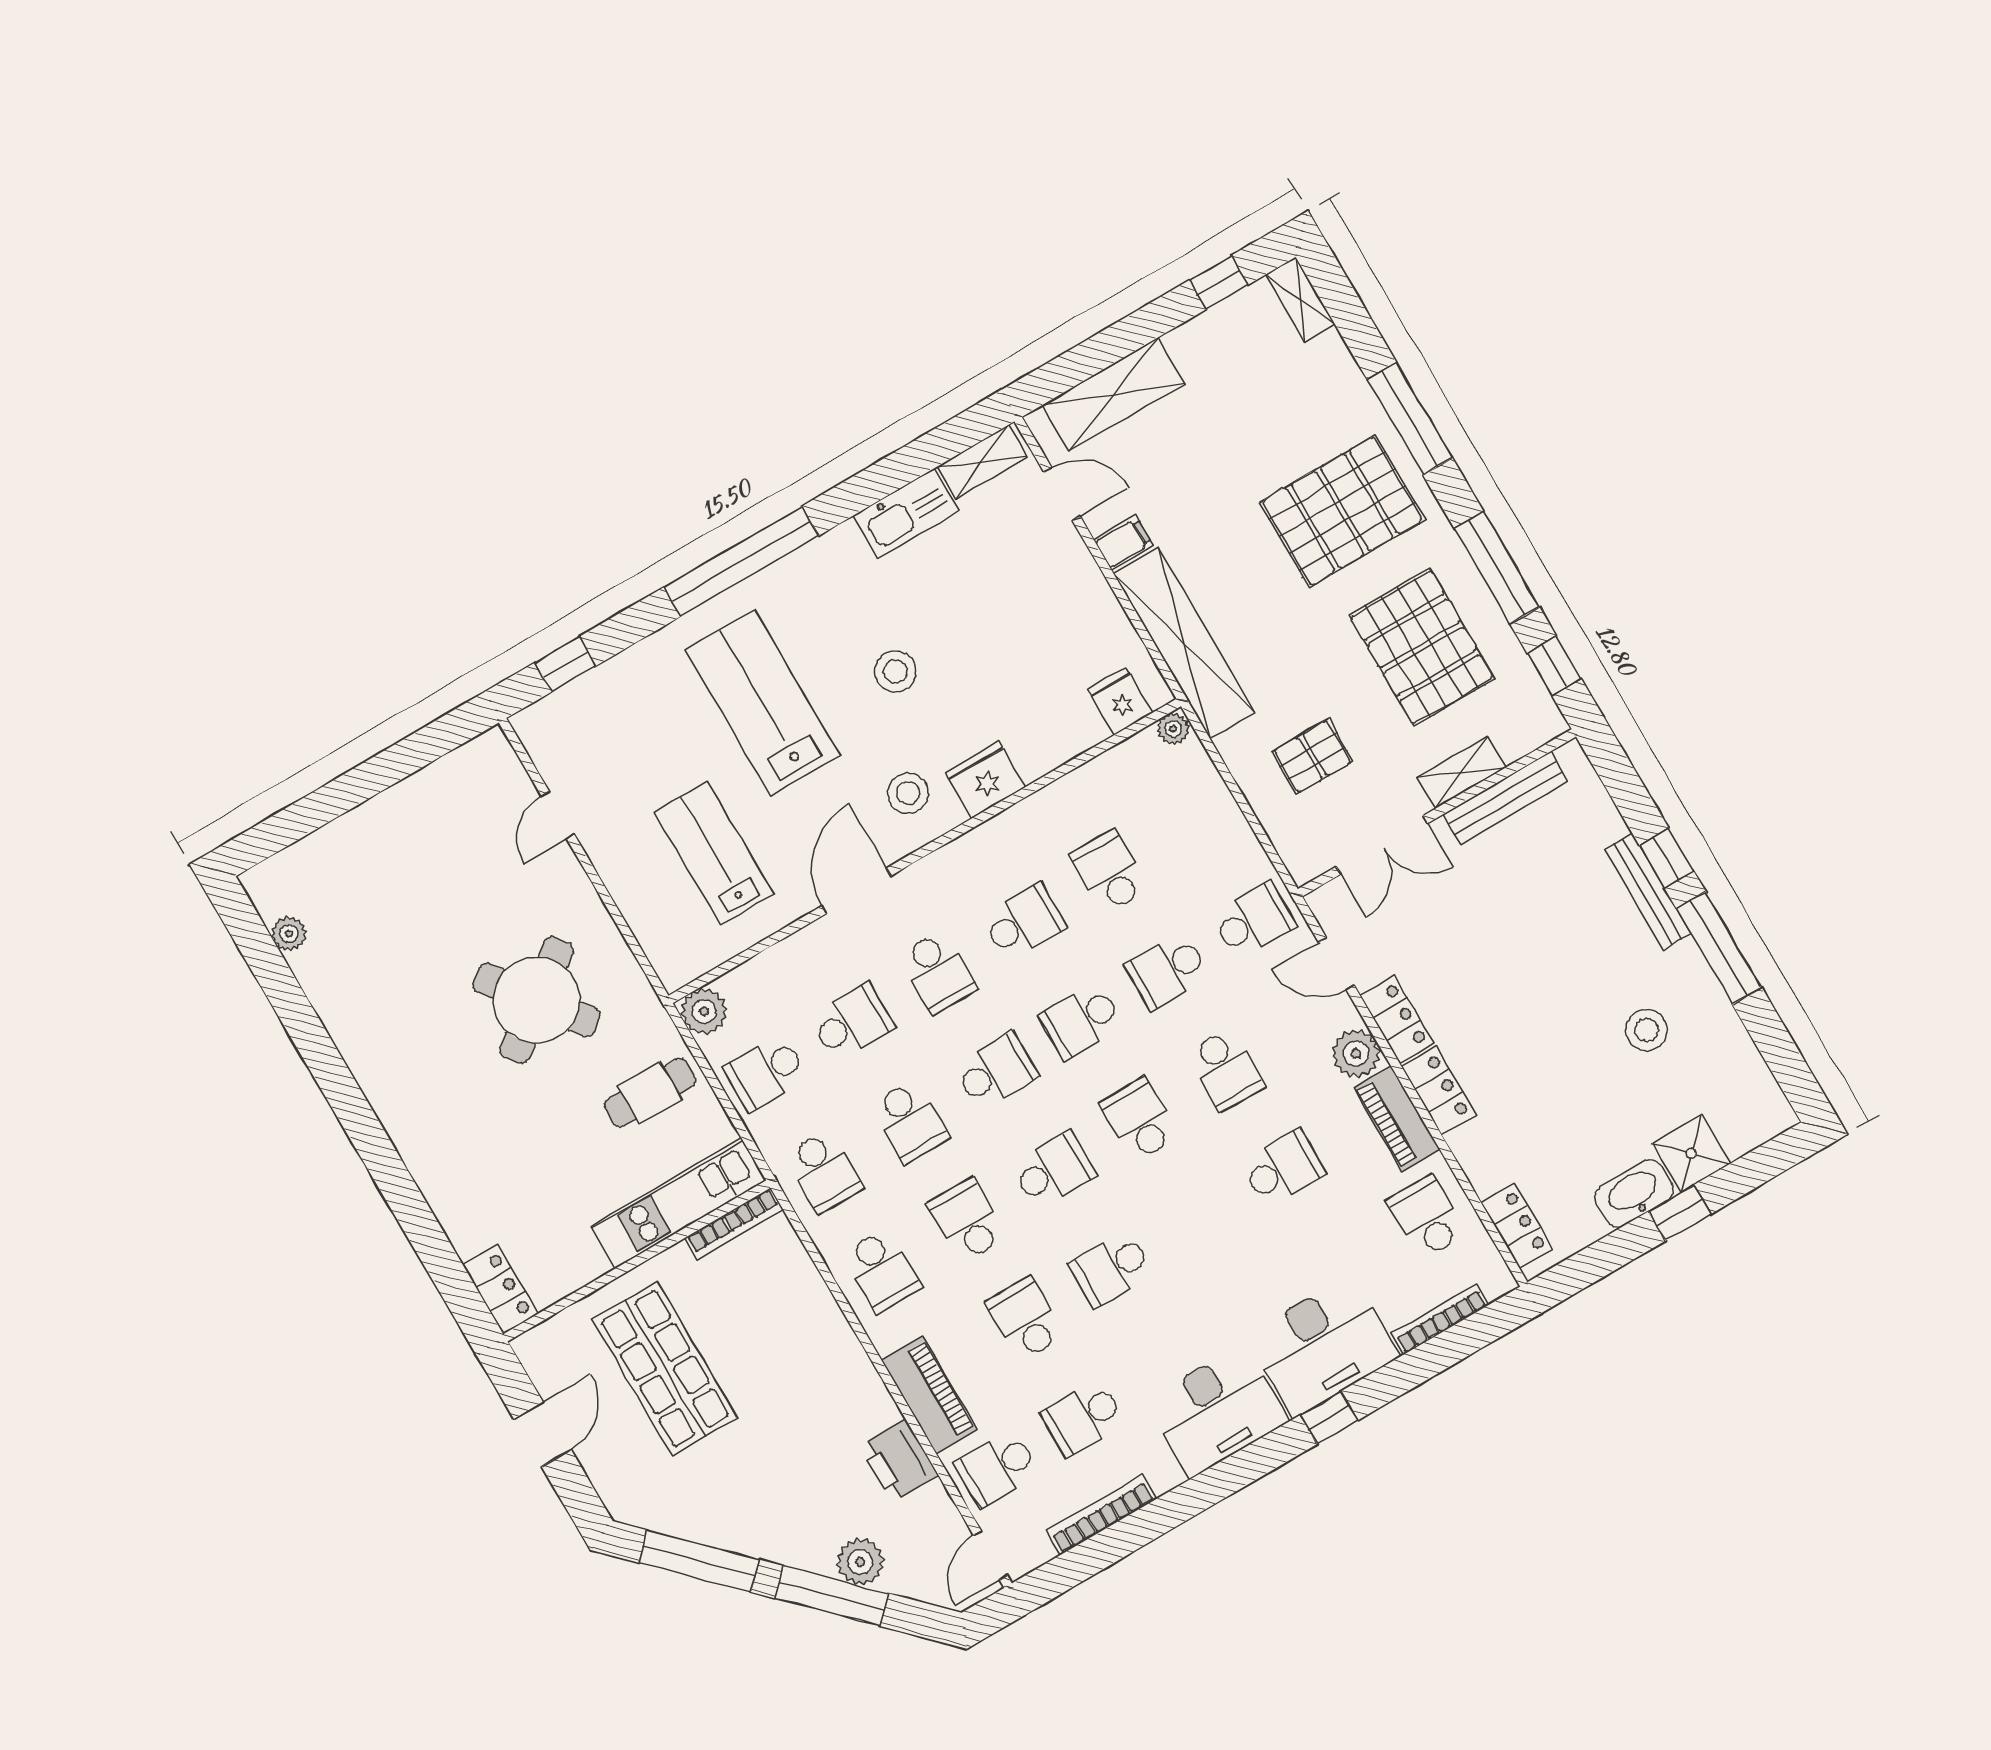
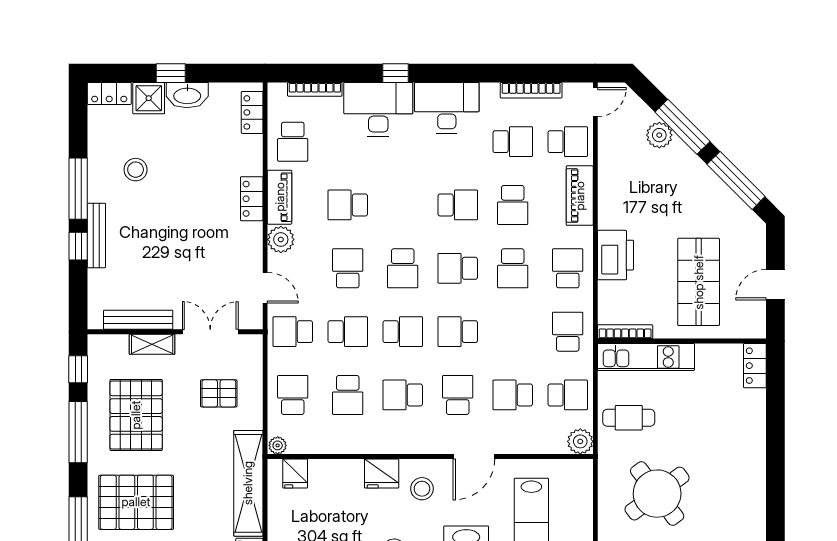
locker: (1397, 1019) -> (109, 93), moved, turned -90
school desk: (910, 1121) -> (293, 395), moved
printer: (899, 1461) -> (616, 255), moved, width x1.37, depth x1.19

